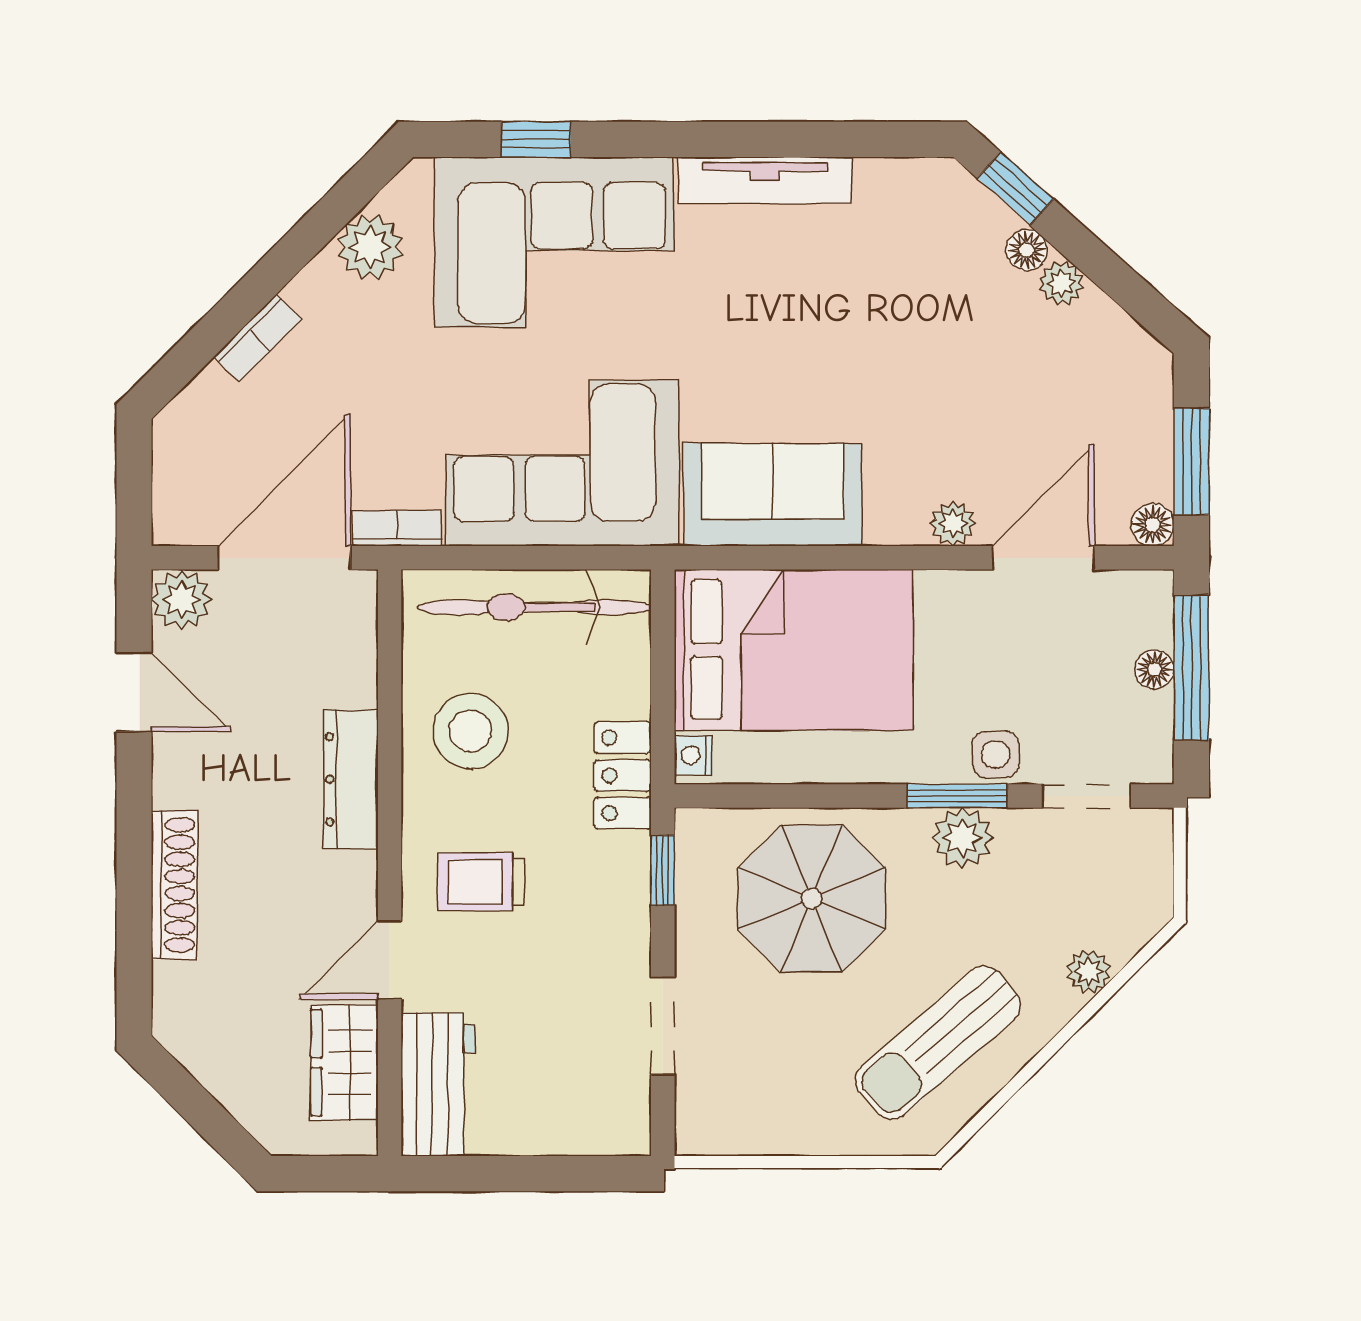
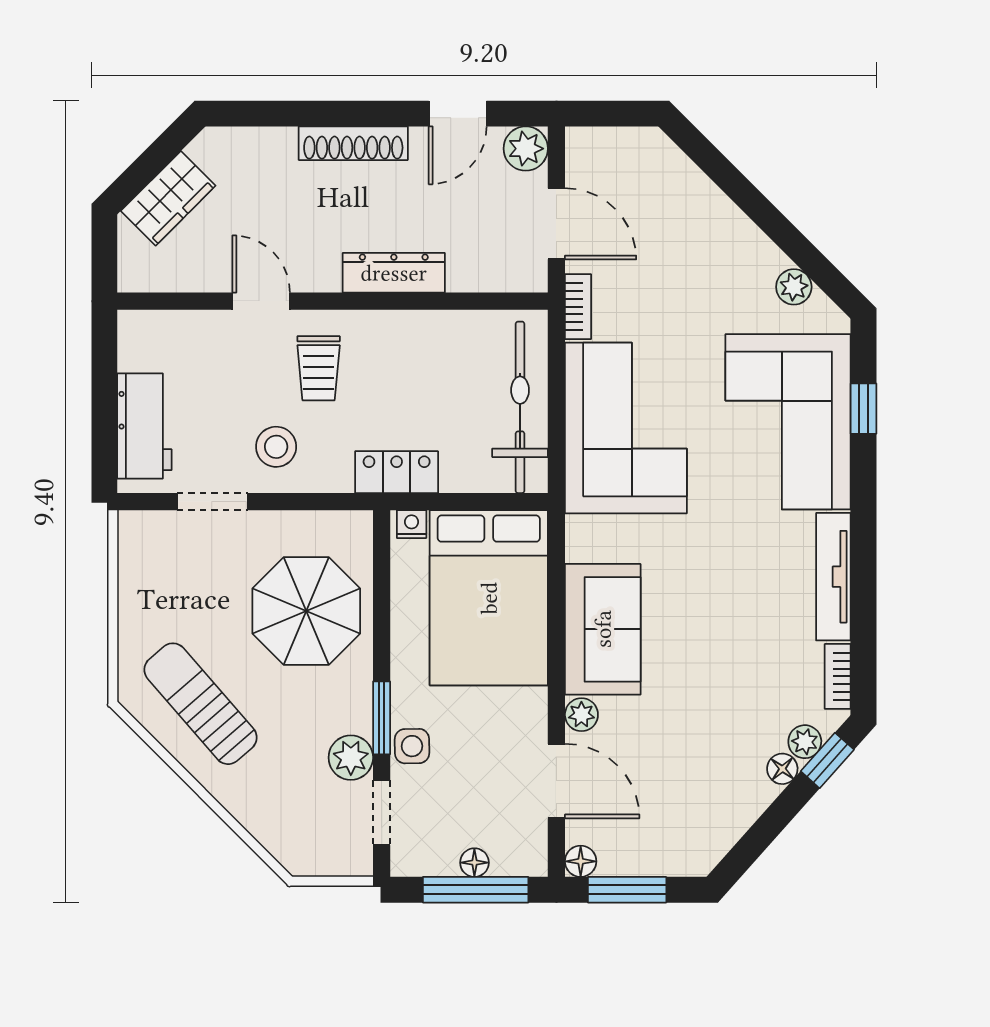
plant: (370, 247) -> (794, 287), width x0.73, depth x0.73
plant: (1061, 283) -> (805, 742), moved
bookcase: (258, 338) -> (838, 676), moved, turned 45
sofa: (772, 495) -> (603, 629), moved
door: (284, 558) -> (556, 224), width x0.73
stool: (470, 731) -> (276, 447), moved, width x0.73, depth x0.73
plant: (962, 838) -> (351, 758), moved
window: (663, 870) -> (327, 502), removed
trolley: (481, 882) -> (319, 368), turned 180
shoe rack: (174, 885) -> (353, 143), moved
plant: (1089, 972) -> (253, 814), removed
wardrobe: (344, 1063) -> (168, 198), moved, turned 135
workbench: (438, 1084) -> (144, 426), moved, turned -90

